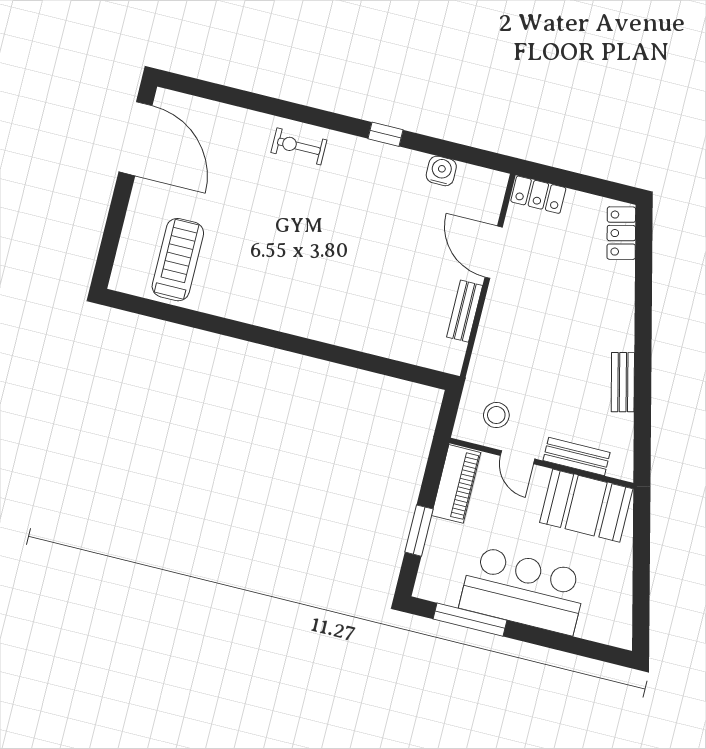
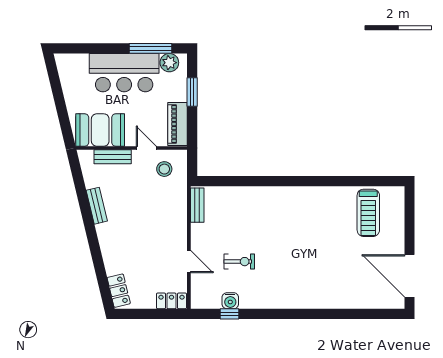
window: (386, 134) -> (229, 314), moved
exercise bike: (299, 146) -> (239, 262), moved
door: (494, 252) -> (189, 262), width x0.73
bench: (465, 311) -> (197, 205), moved
plant: (445, 588) -> (169, 63), added

